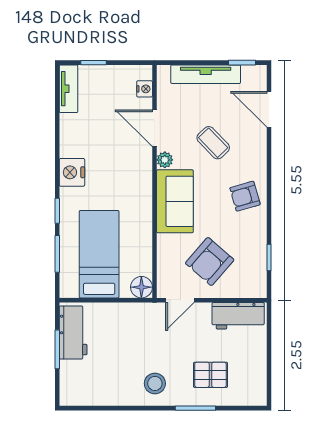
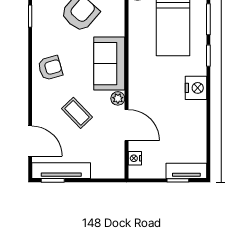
tv unit: (206, 74) -> (61, 171), moved
tv unit: (69, 89) -> (186, 171), moved, turned 90

